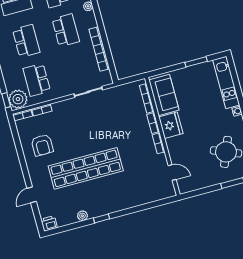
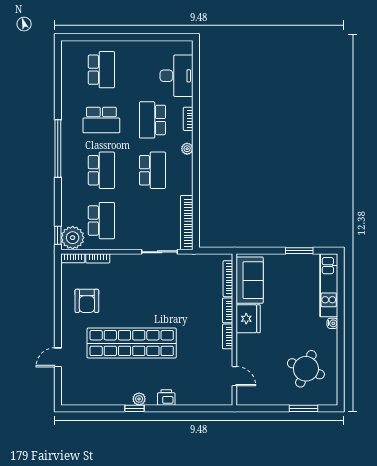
bookcase: (99, 49) -> (187, 223), moved
school desk: (37, 80) -> (101, 221), turned 180
plant: (82, 216) -> (139, 399), moved
printer: (49, 223) -> (166, 397), moved

